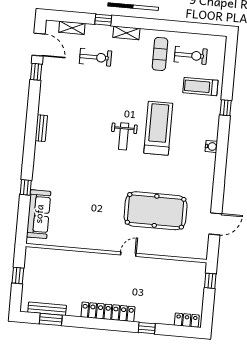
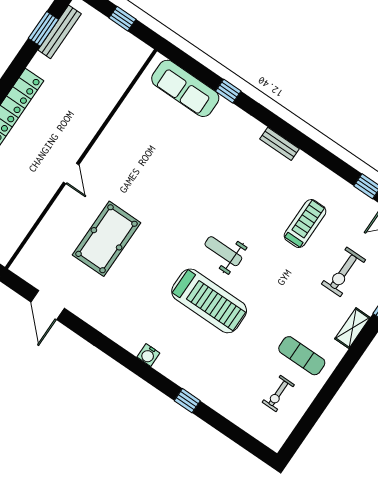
exercise bike: (191, 55) -> (278, 394), width x0.73, depth x0.72
treadmill: (200, 87) -> (305, 224), moved
bench: (41, 128) -> (279, 144), moved
pool table: (156, 211) -> (106, 239), width x0.73, depth x0.76

